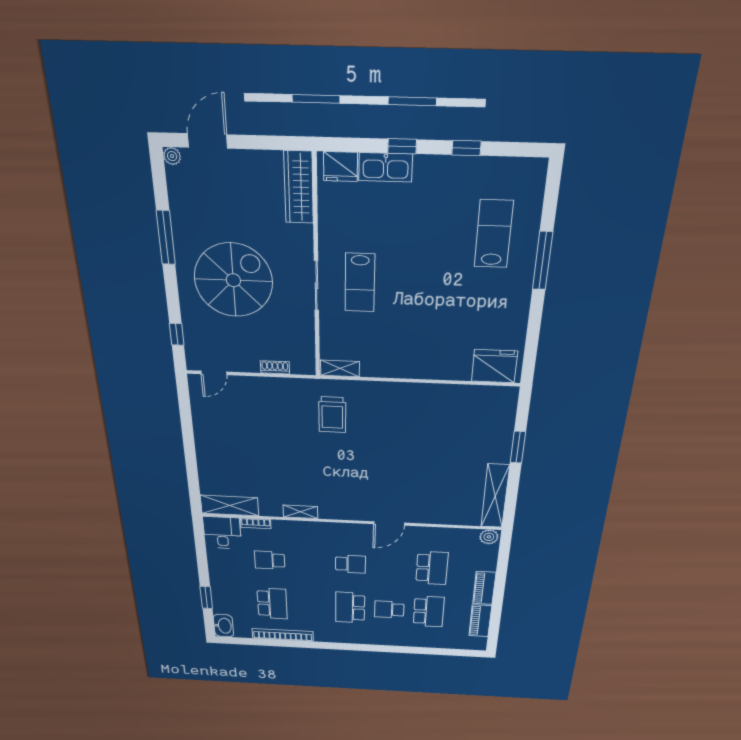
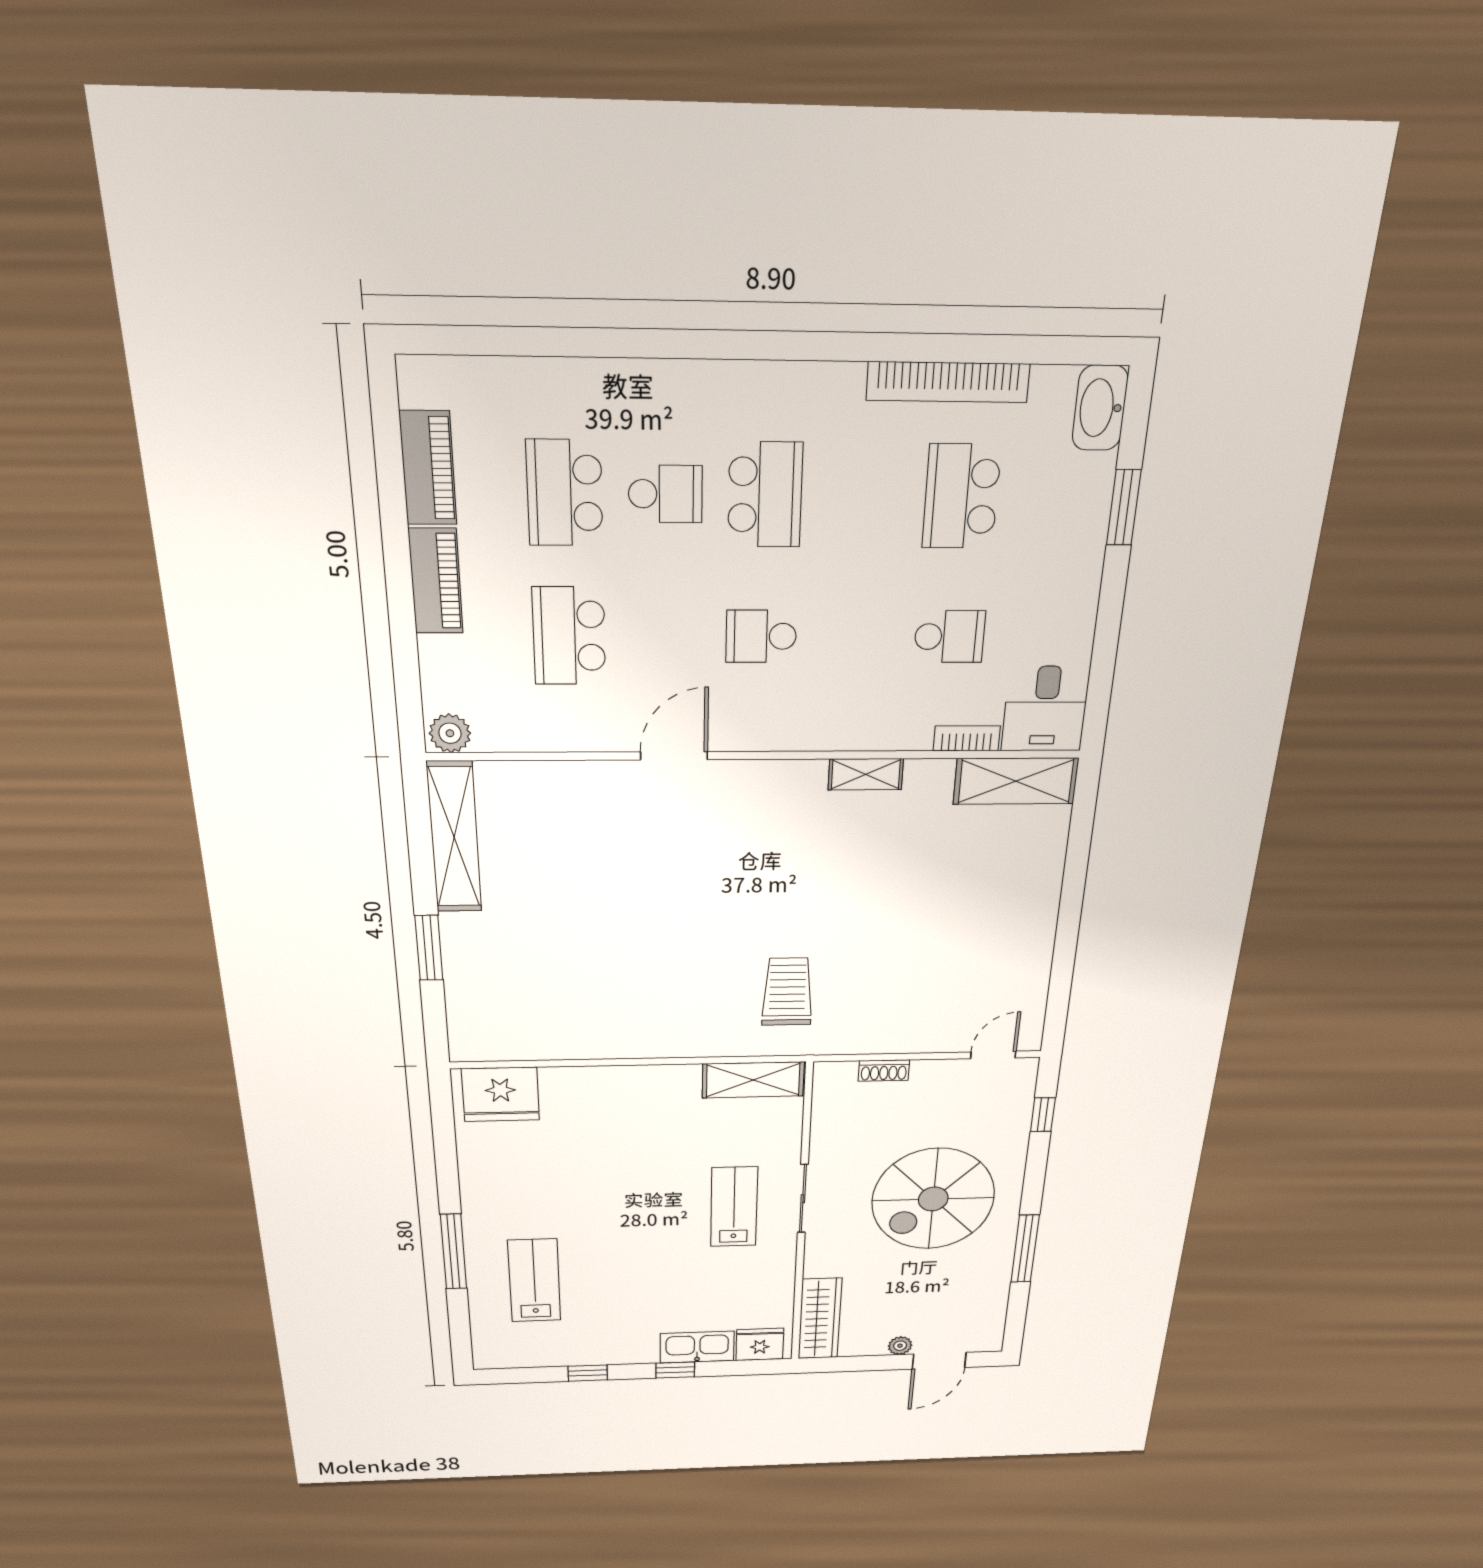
plant: (172, 156) -> (900, 1346), moved
lab bench: (494, 234) -> (534, 1281), turned 180
shelving: (340, 368) -> (753, 1080), width x1.50, depth x1.33

